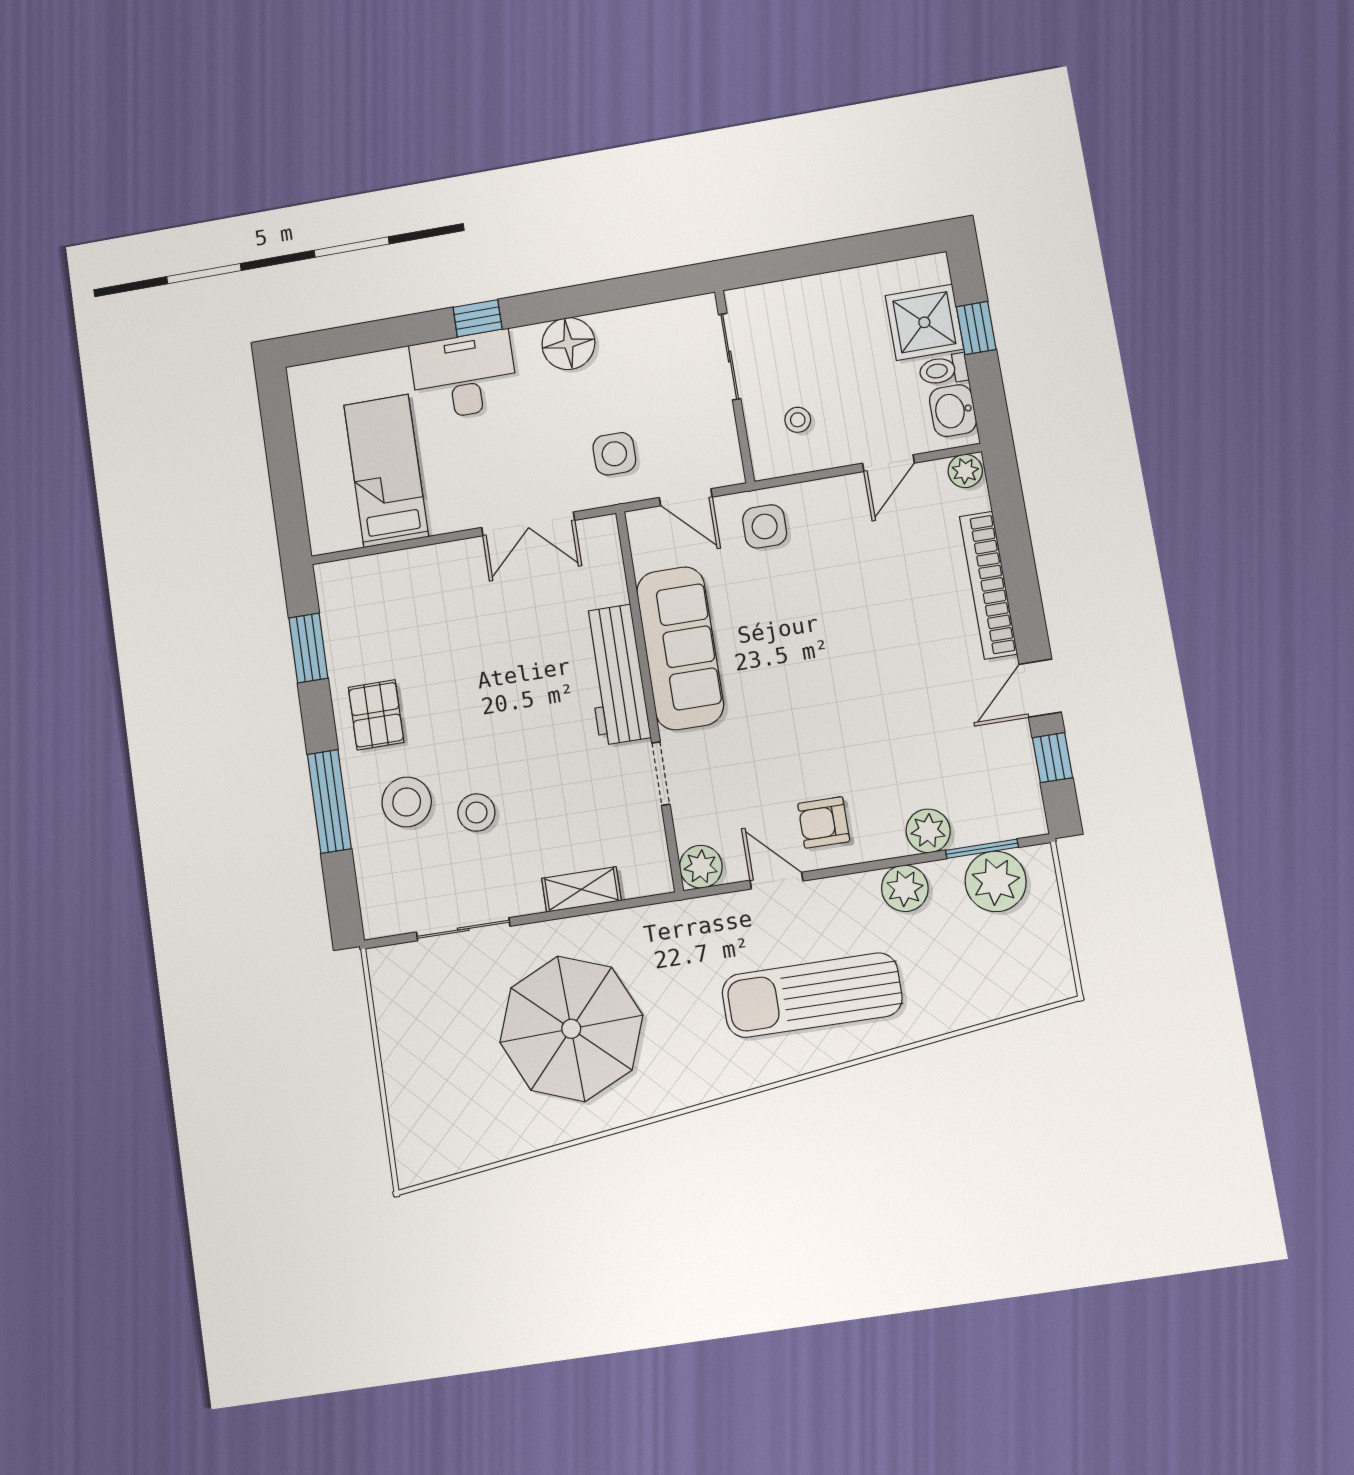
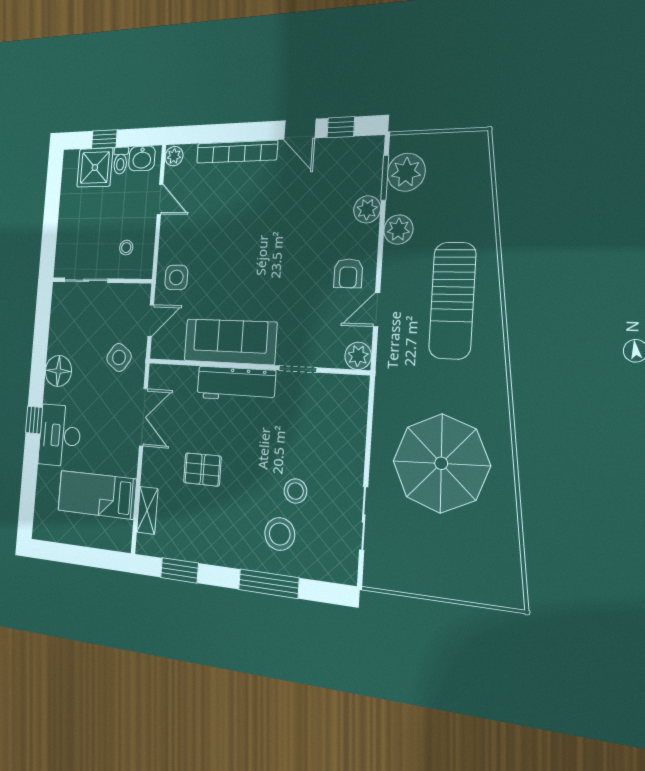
side table: (614, 454) -> (119, 357), turned 36
pallet: (376, 715) -> (202, 469), moved
shelving: (581, 890) -> (147, 510), moved

